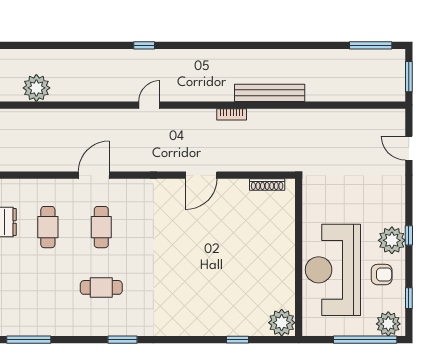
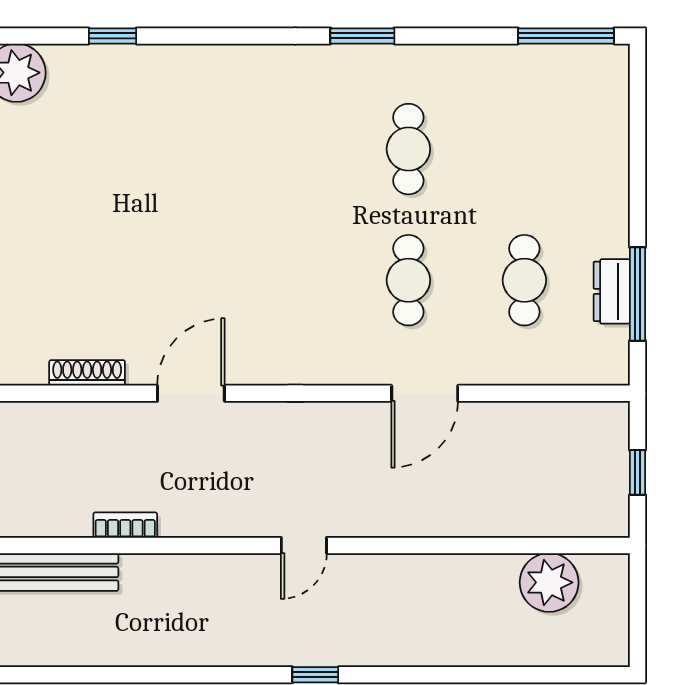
shoe rack: (267, 184) -> (87, 373), moved
cafe table: (101, 287) -> (408, 149), turned 90

